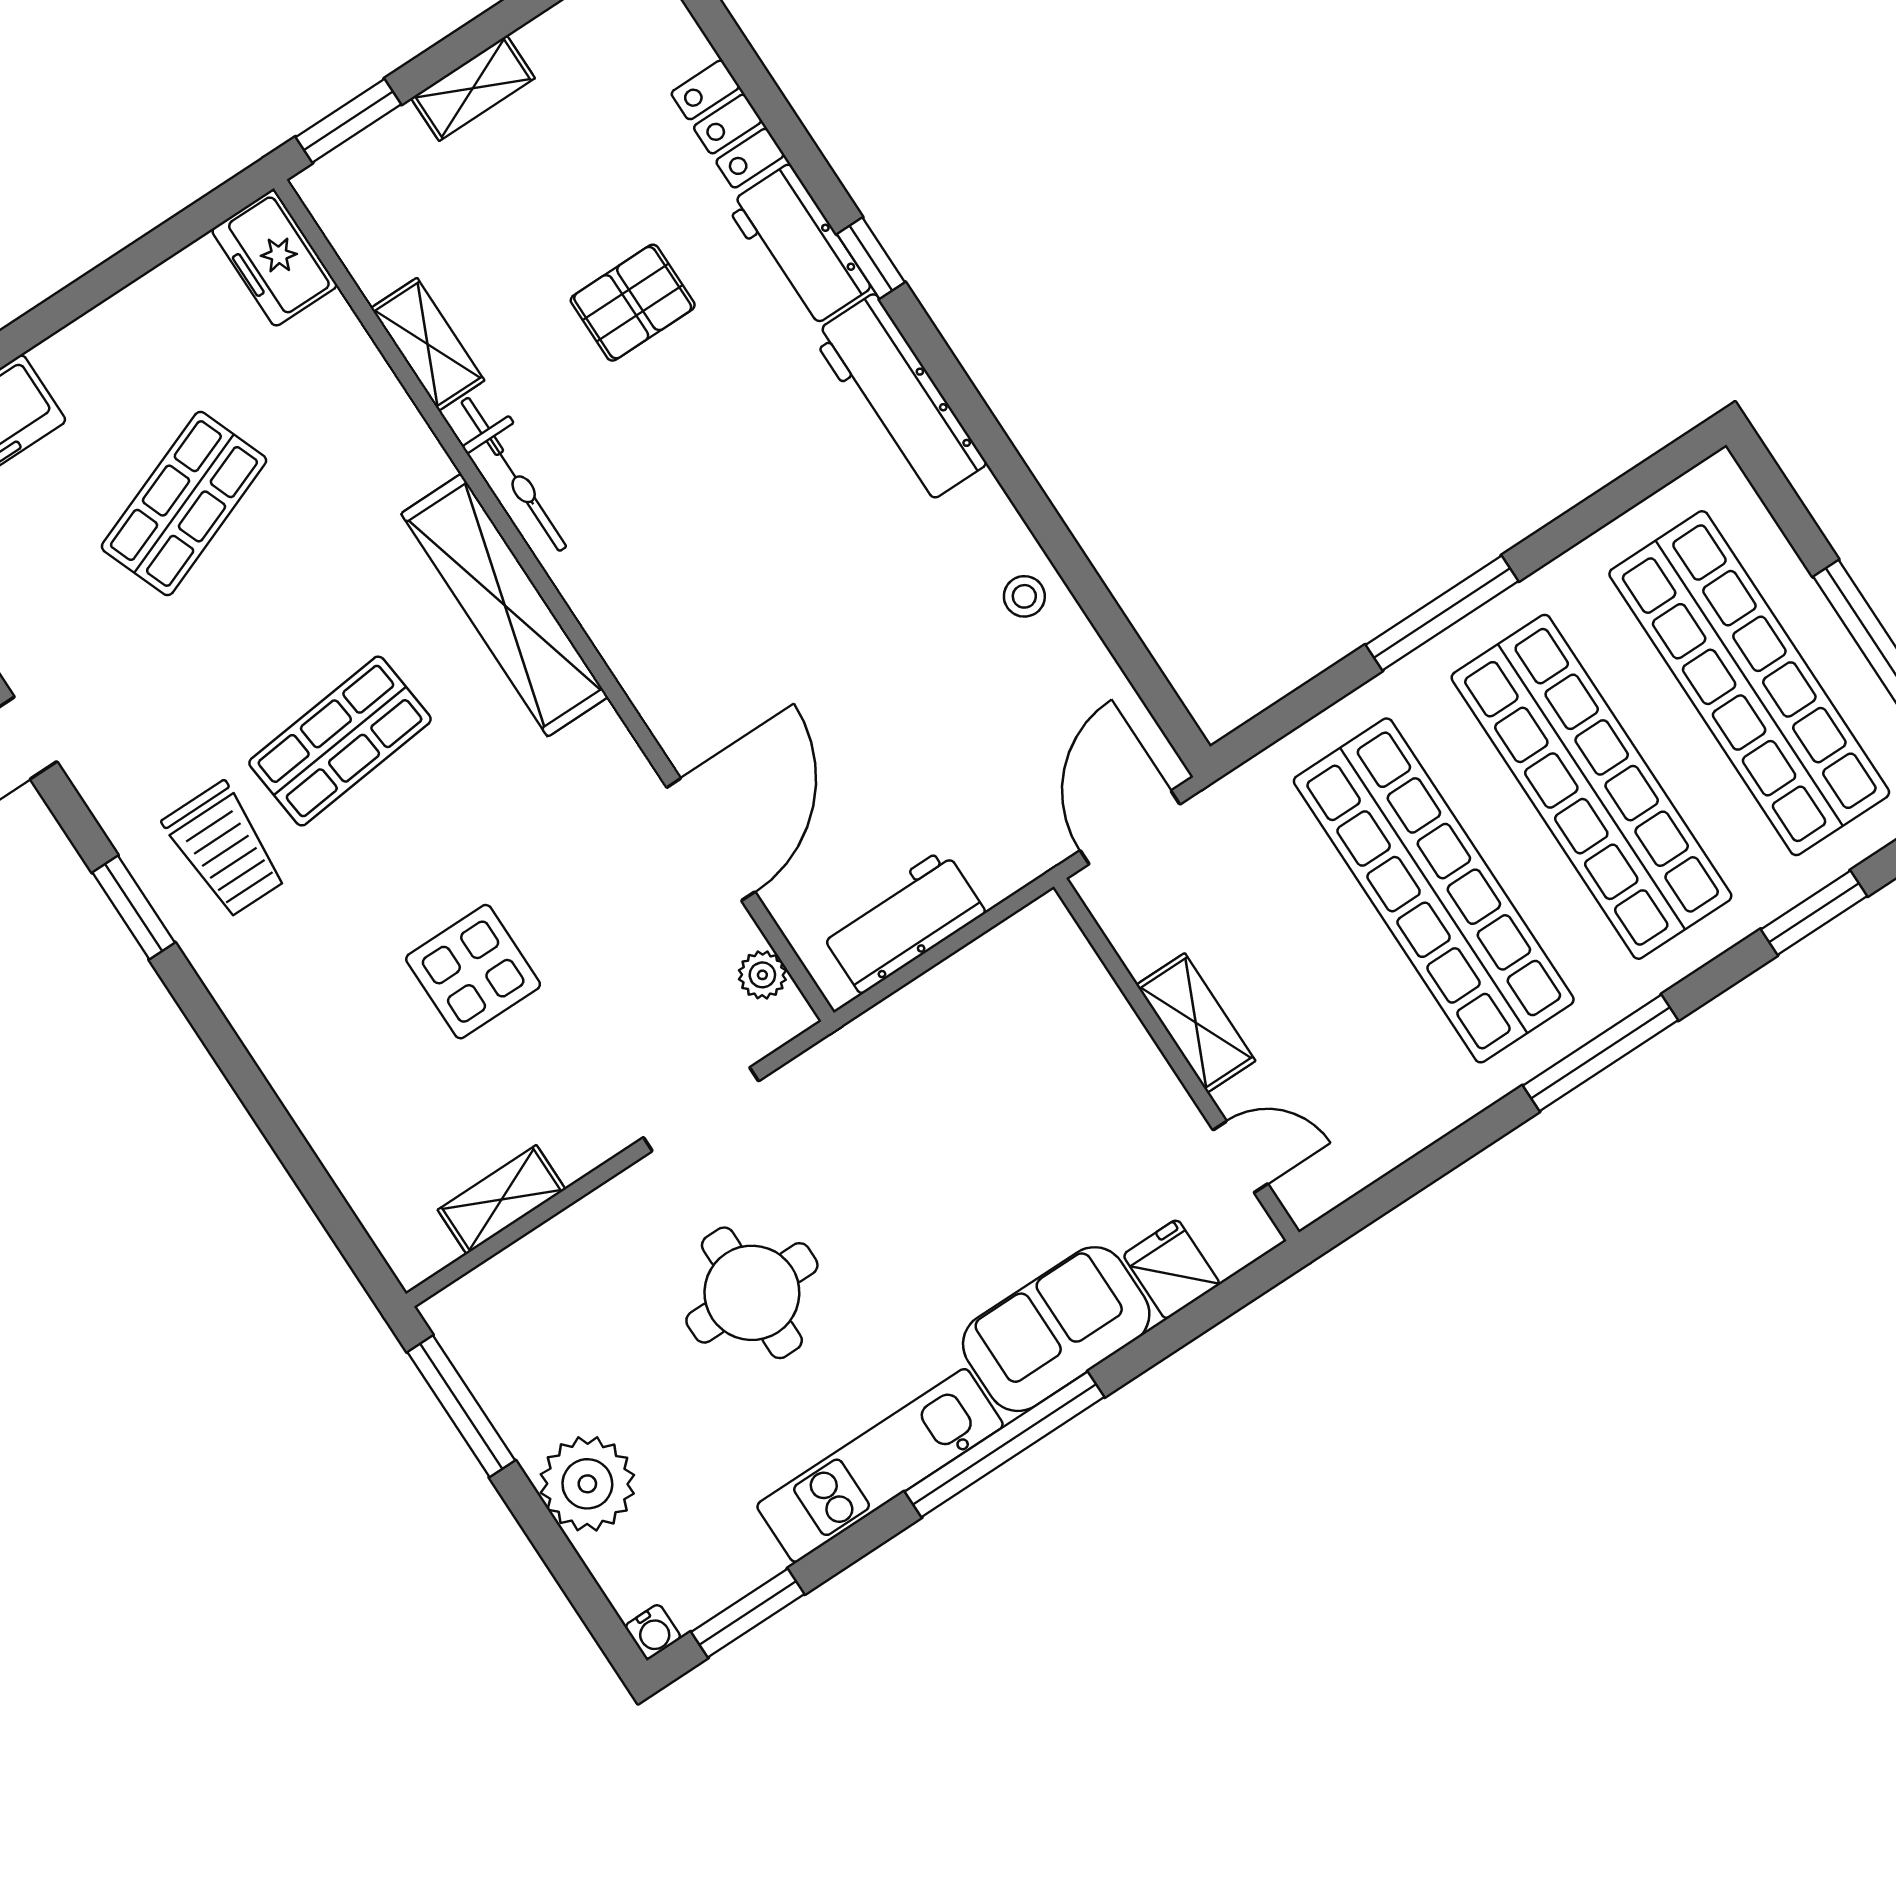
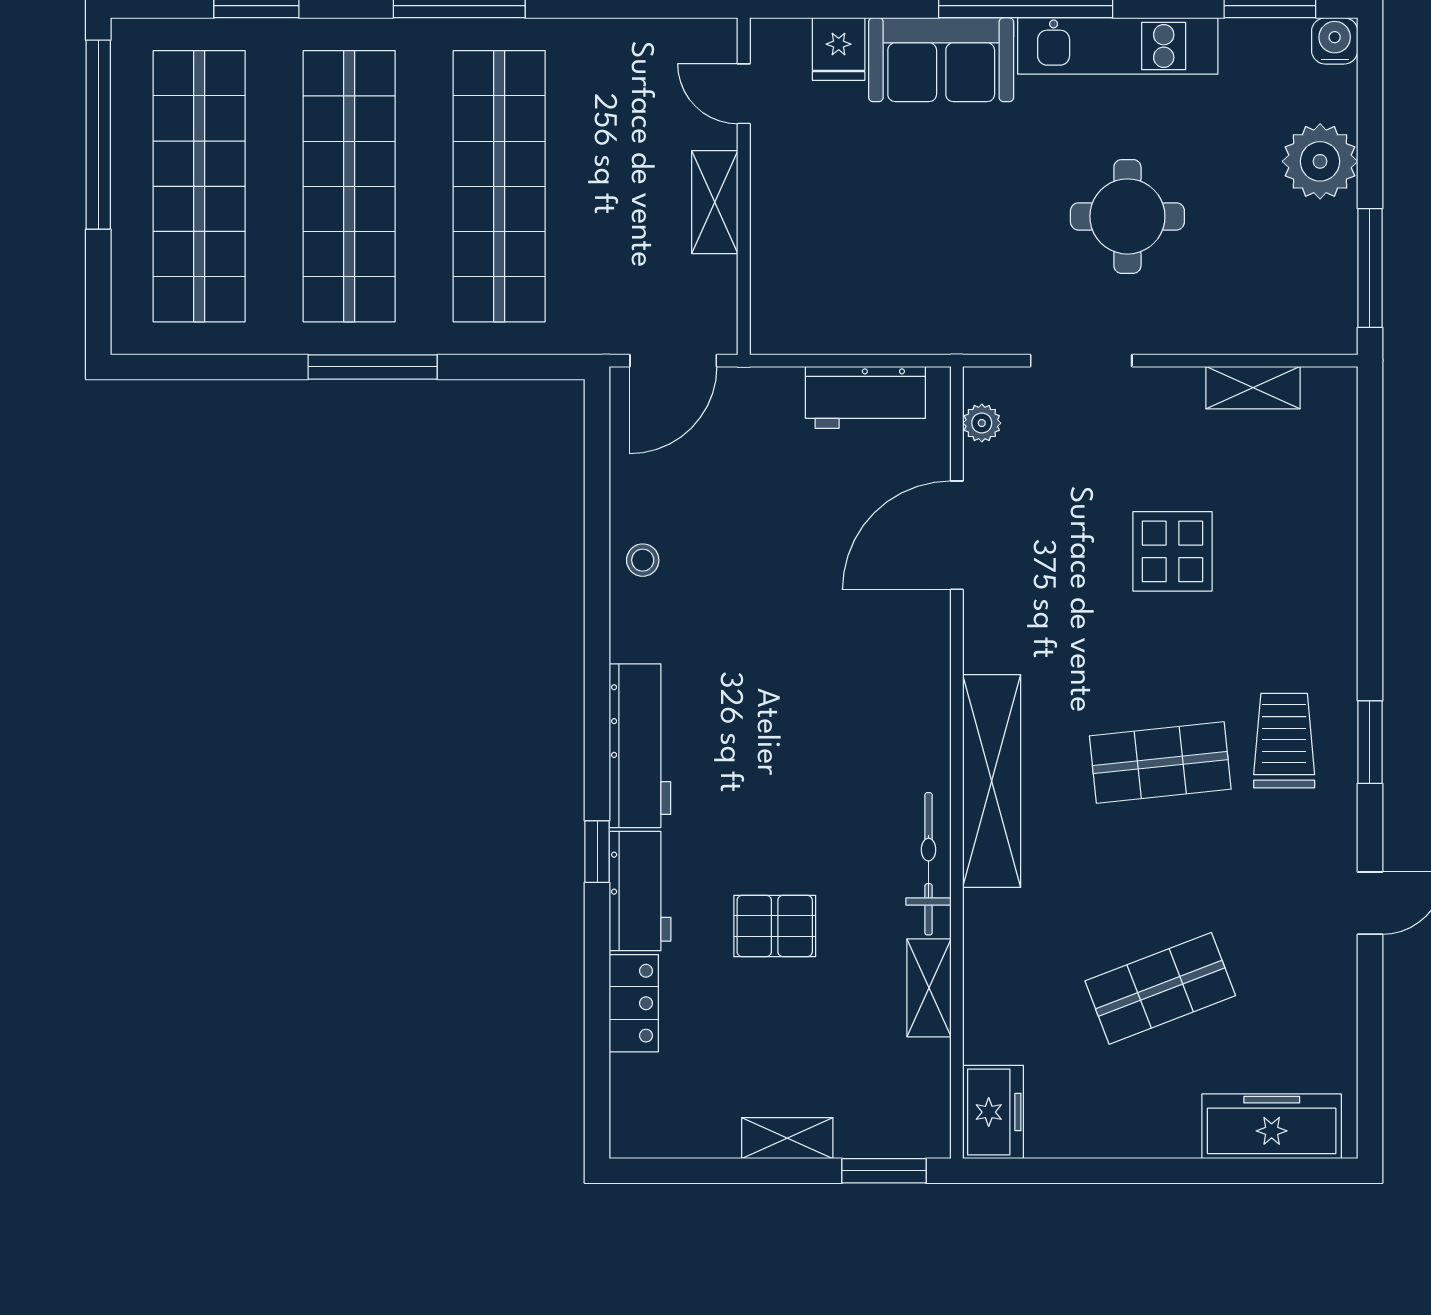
water cooler: (653, 1632) -> (1335, 41), width x1.38, depth x1.38

